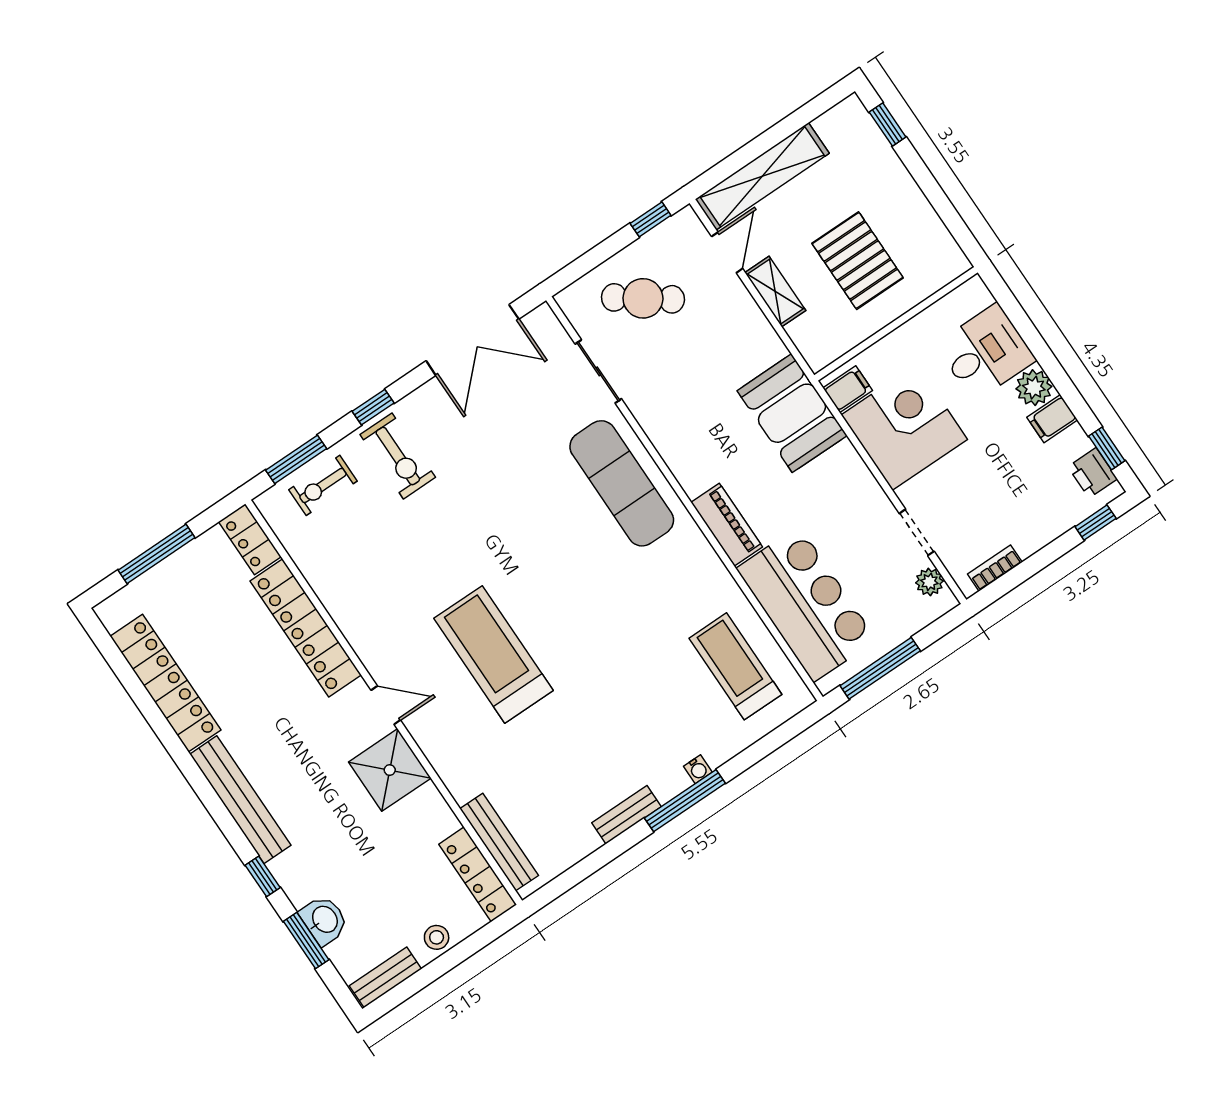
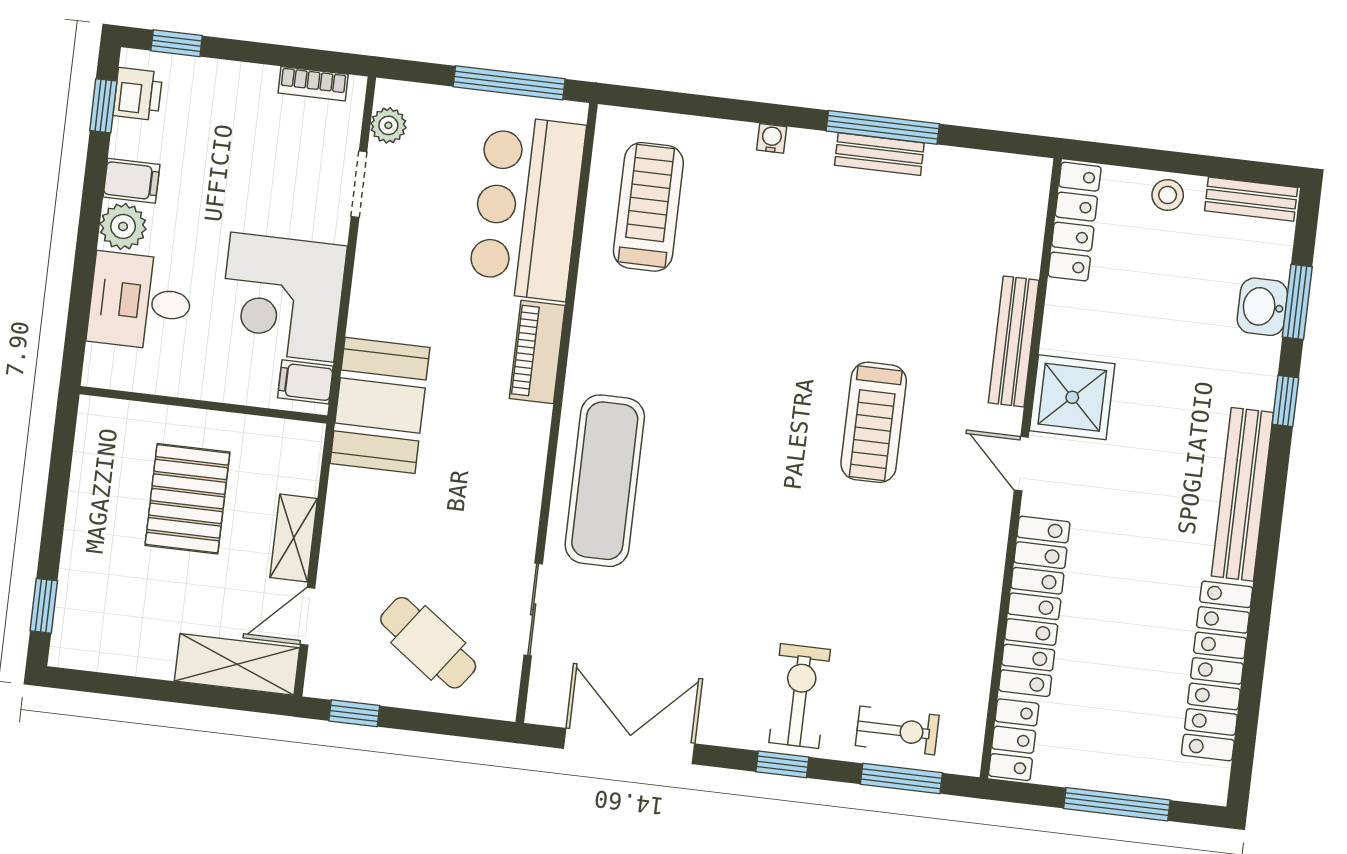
shelving: (762, 176) -> (237, 664), width x0.68
treadmill: (494, 654) -> (874, 422), width x0.73, depth x0.73
treadmill: (735, 666) -> (648, 207), turned 180
window: (685, 801) -> (883, 127), moved
bench: (499, 842) -> (1014, 341), moved

